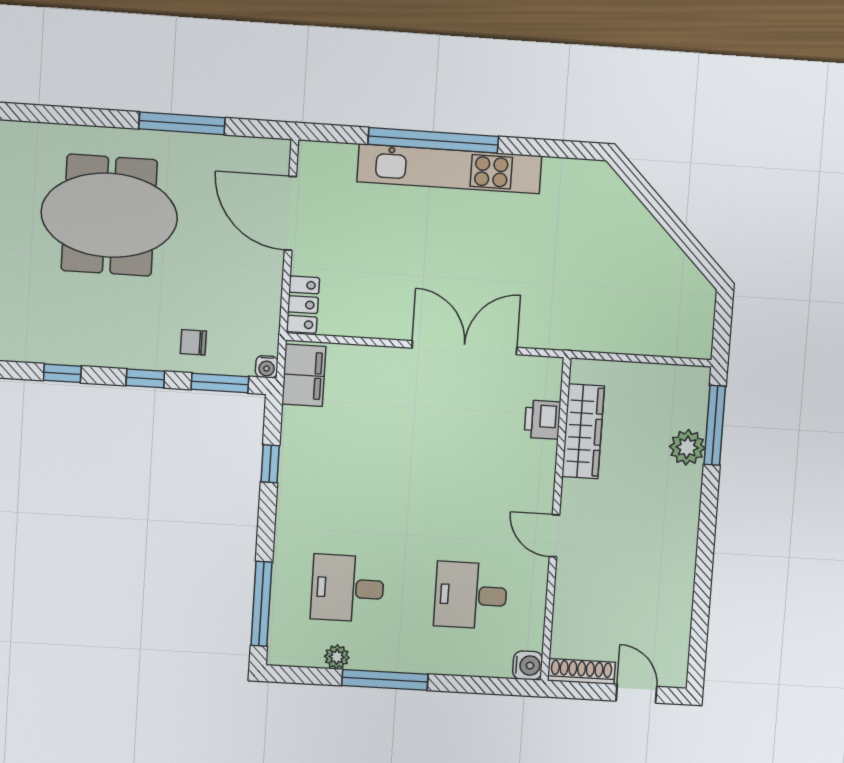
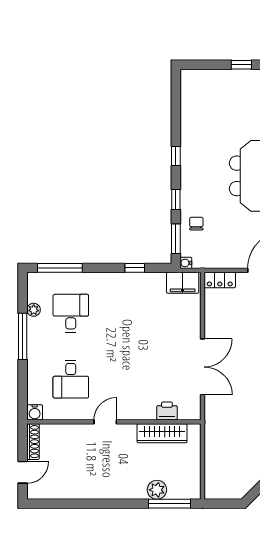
desk: (471, 595) -> (71, 379), turned 180

